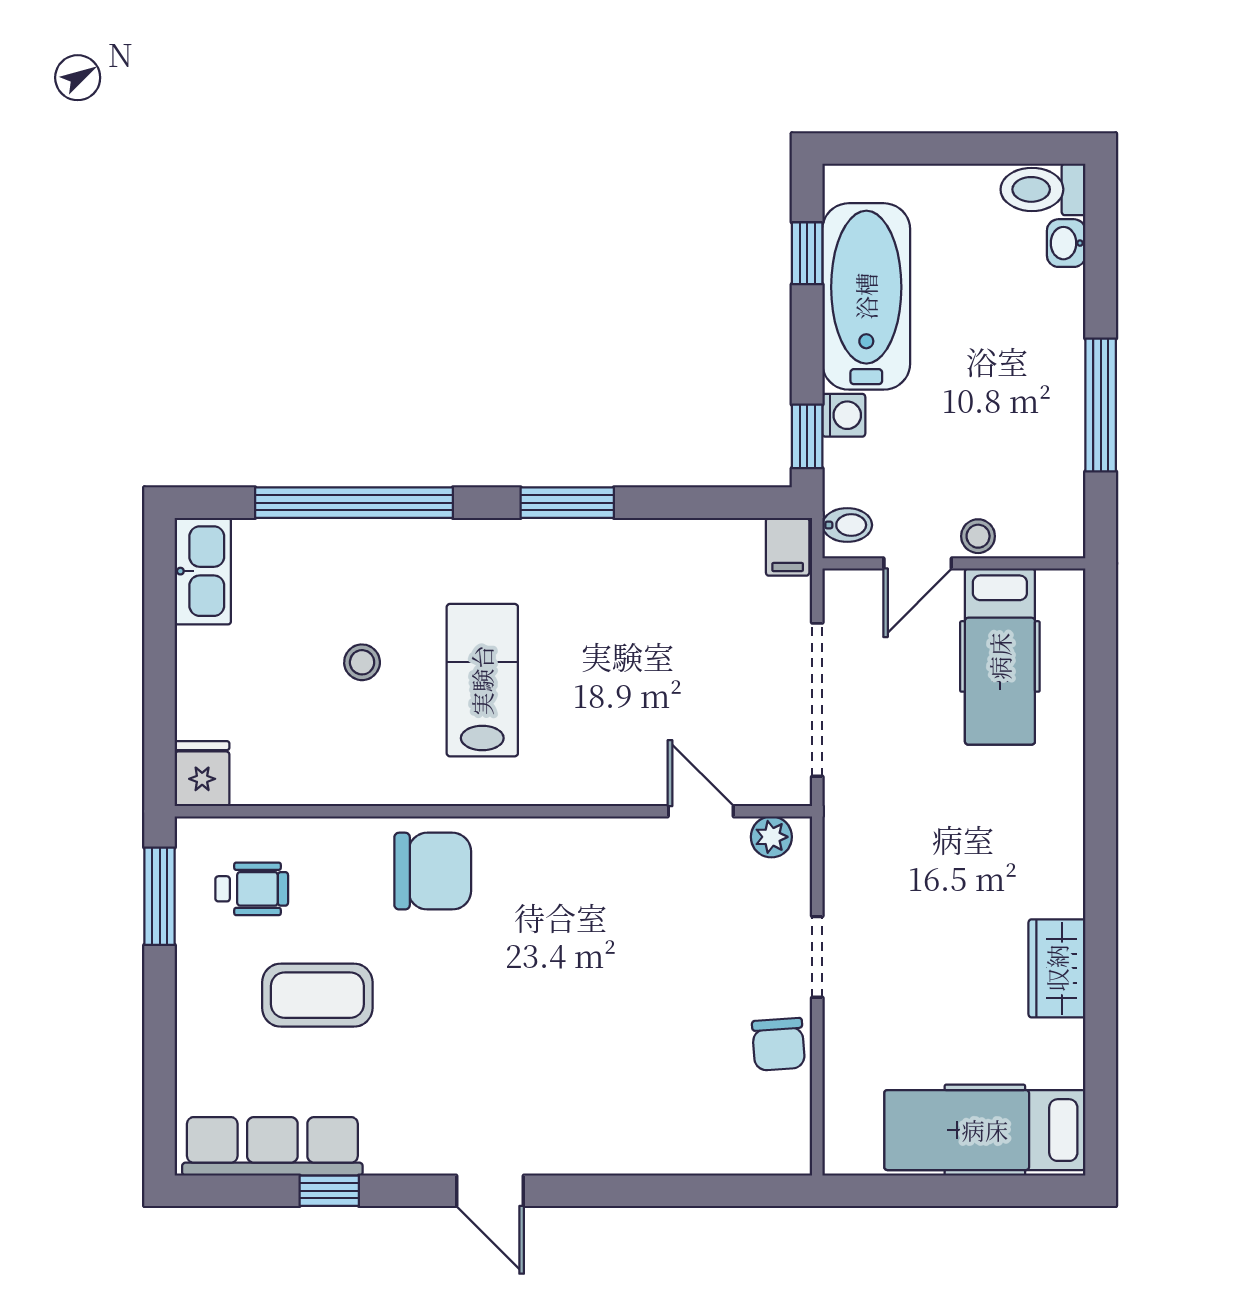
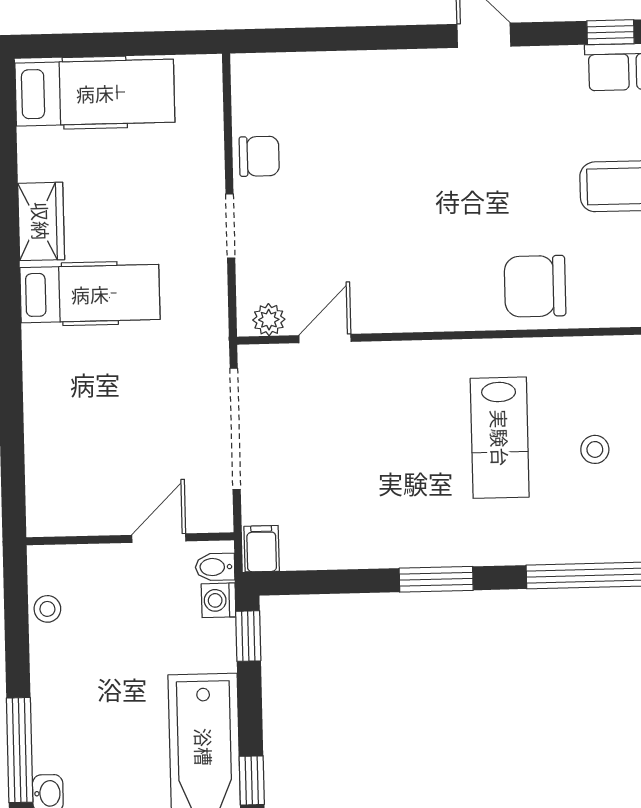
window: (1101, 405) -> (20, 750), moved
washing machine: (844, 415) -> (219, 600), moved
stool: (978, 536) -> (47, 609), moved
hospital bed: (1000, 656) -> (90, 294), moved, turned 90
door: (701, 811) -> (325, 339), swing flipped
chair: (778, 1044) -> (259, 156), turned 94

